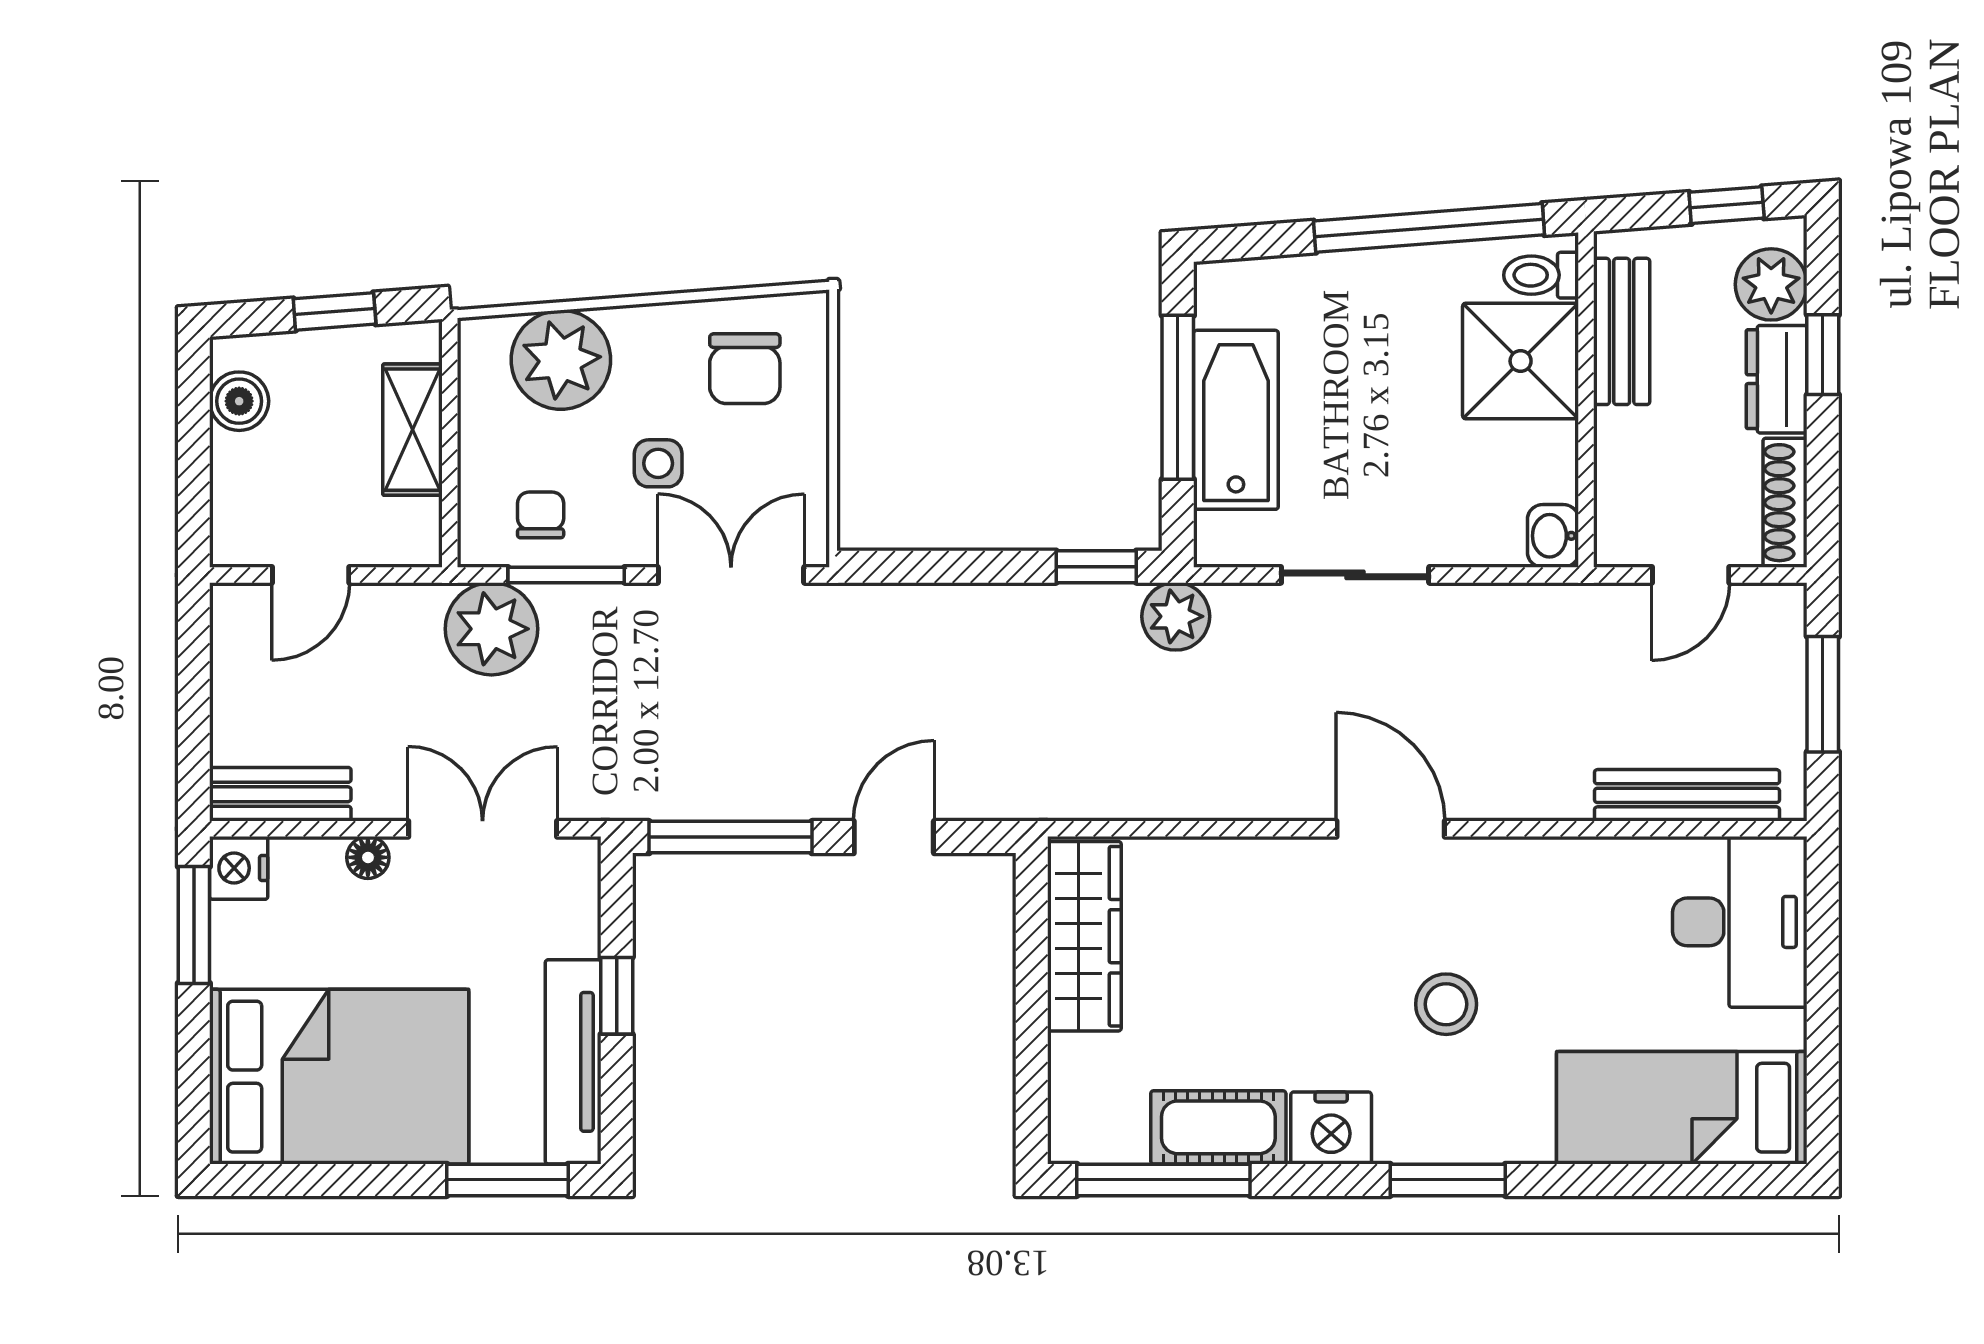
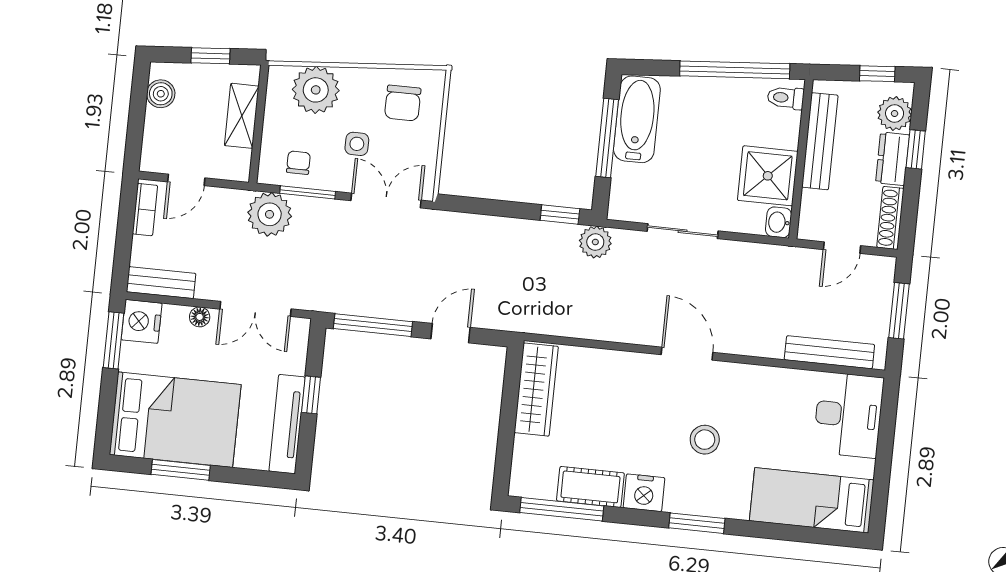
bench: (1622, 331) -> (820, 141), width x1.36
shower: (1521, 361) -> (768, 176), moved
bathtub: (1236, 420) -> (637, 119), moved
bookcase: (231, 646) -> (145, 210), added
double door: (483, 829) -> (255, 309), swing flipped
nightstand: (239, 868) -> (142, 321), width x1.36, depth x1.33
window: (508, 1180) -> (181, 470), moved

